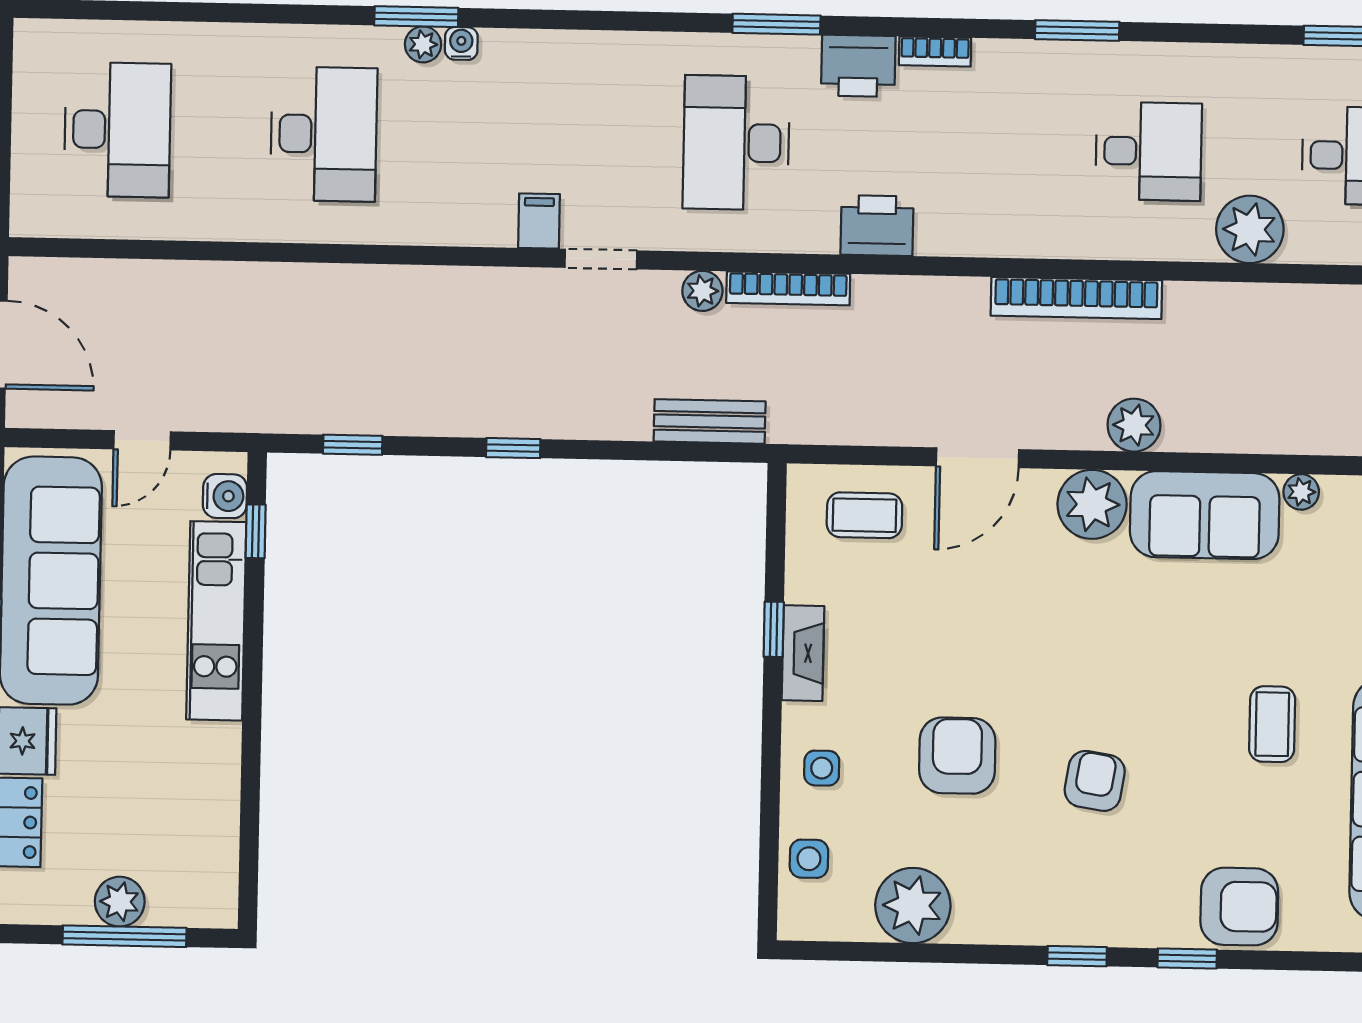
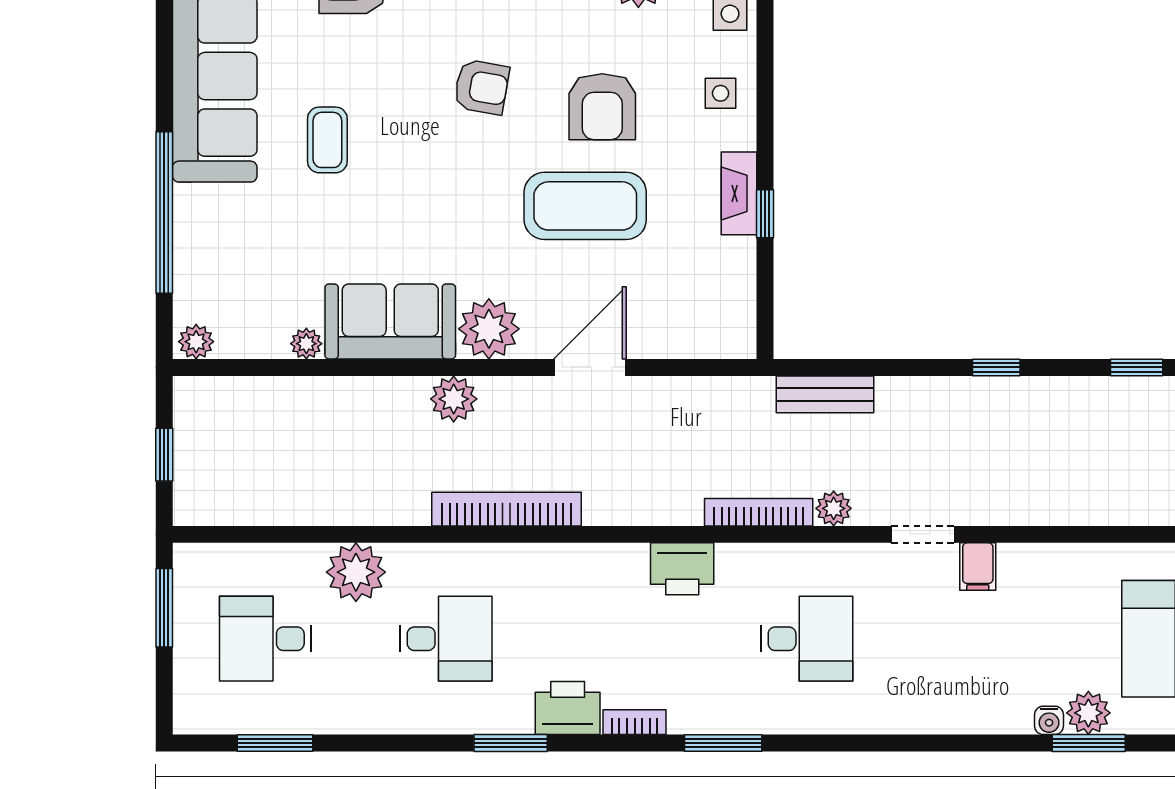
window: (776, 24) -> (723, 743), moved
plant: (423, 44) -> (1088, 713), width x1.38, depth x1.38
printer: (858, 66) -> (568, 708), moved
desk: (736, 143) -> (807, 639), width x0.73
desk: (1149, 151) -> (446, 639), turned 180
coffee table: (864, 515) -> (585, 206), moved, width x1.86, depth x1.72
armchair: (1095, 781) -> (482, 87), turned -89

